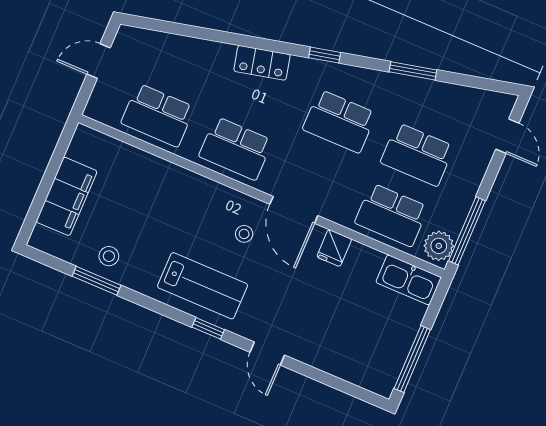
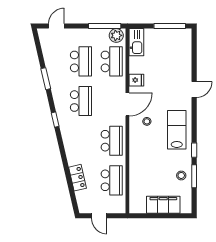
locker: (262, 63) -> (77, 178), moved
window: (208, 328) -> (194, 150), moved

